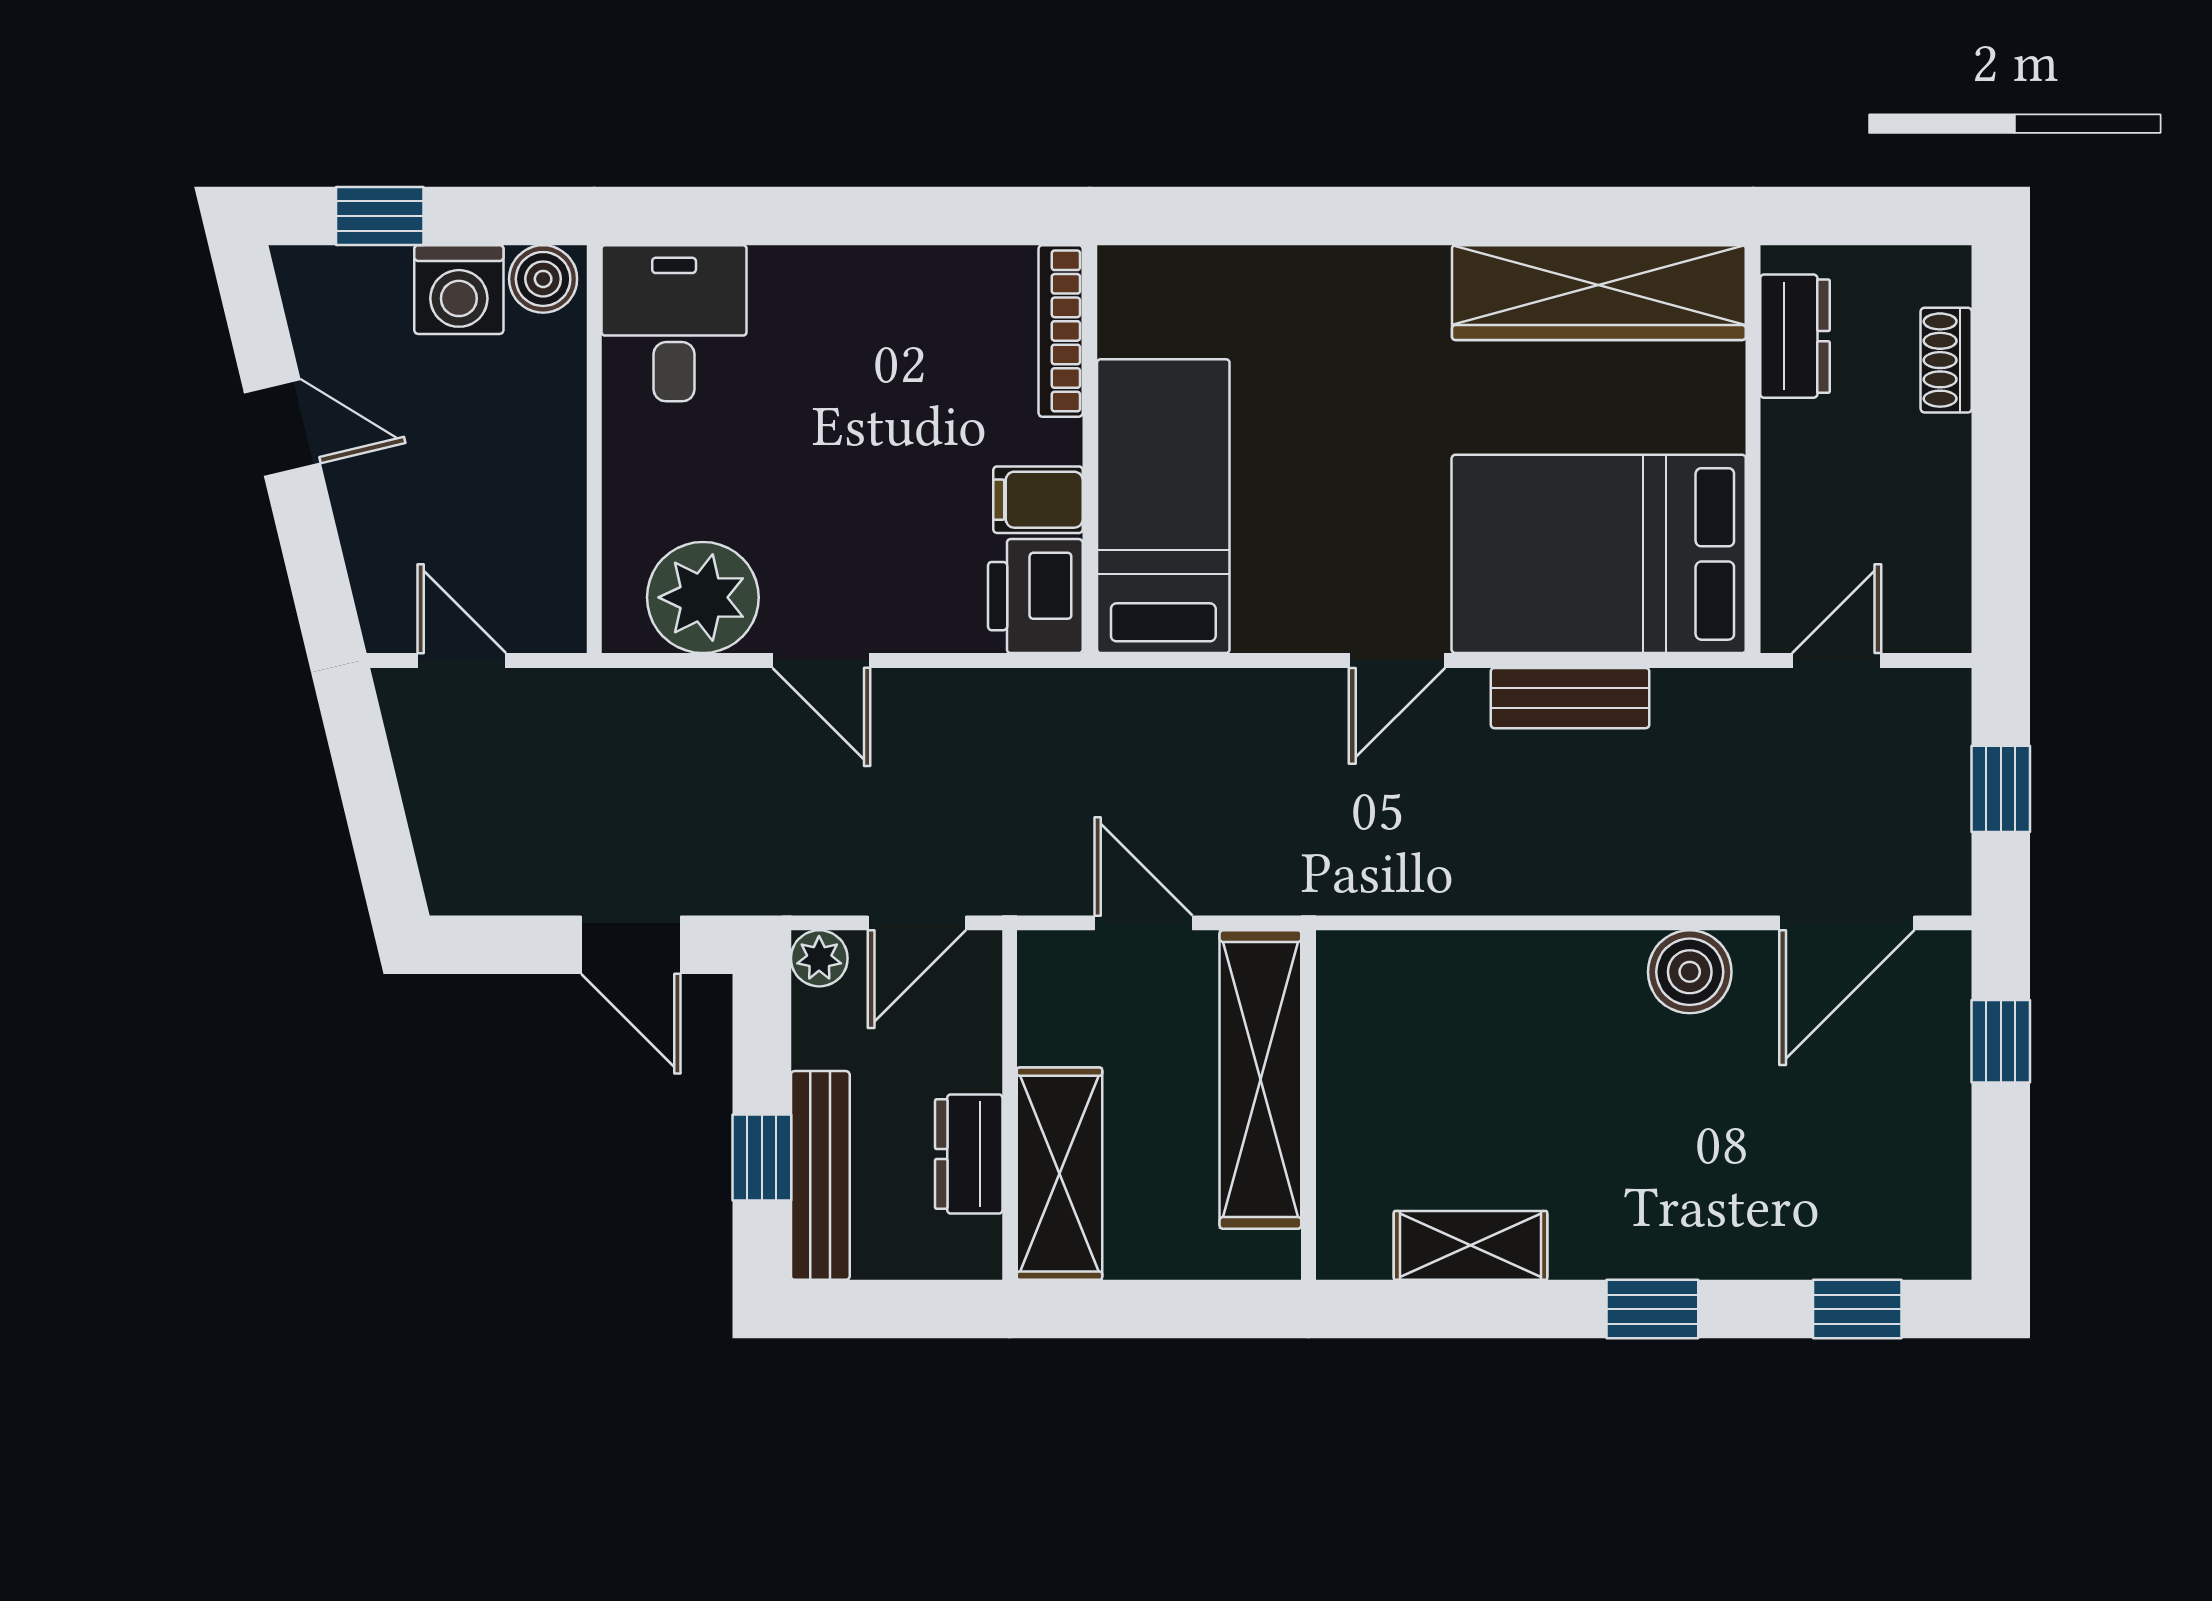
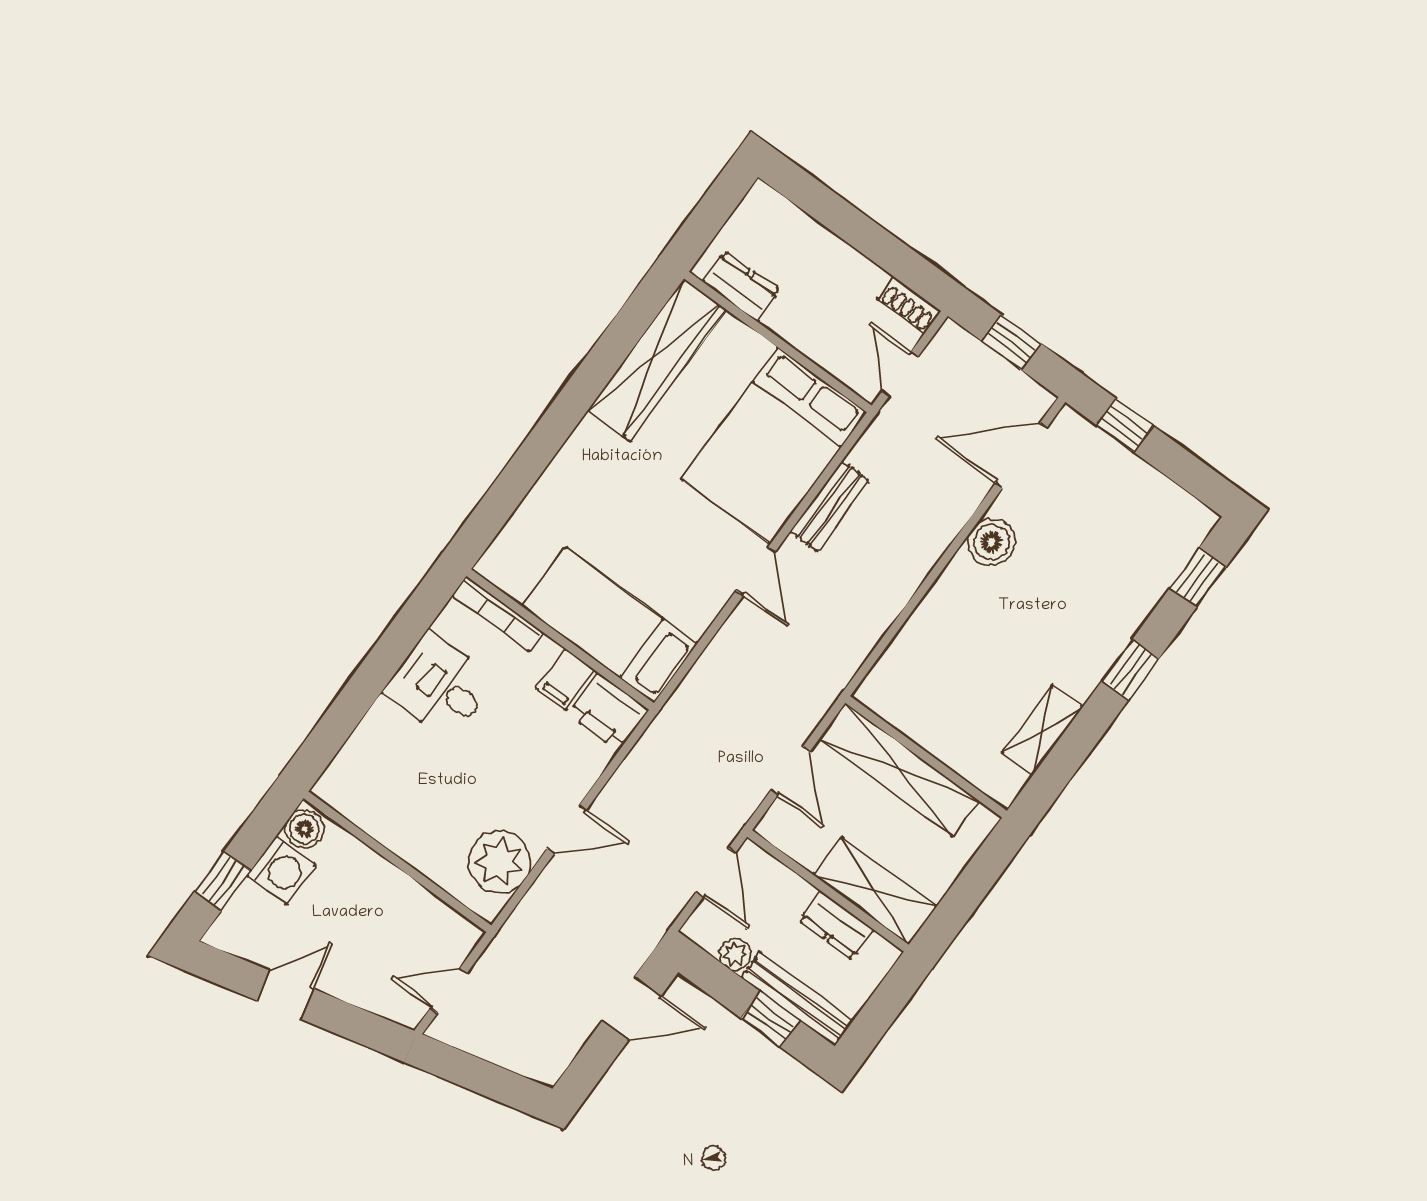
desk: (674, 323) -> (439, 686), moved
shoe rack: (1946, 360) -> (909, 305), moved
door: (1143, 923) -> (790, 771), swing flipped
door: (1847, 923) -> (1021, 455), swing flipped
plant: (819, 958) -> (735, 954), moved

